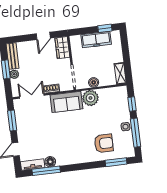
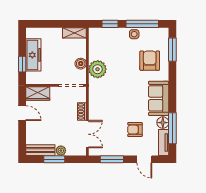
window: (105, 28) -> (22, 64), moved
double door: (32, 96) -> (87, 134), swing flipped
sofa: (66, 102) -> (159, 98), moved, turned 180
armchair: (41, 138) -> (135, 130), added

